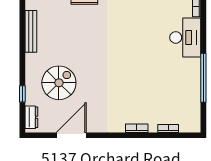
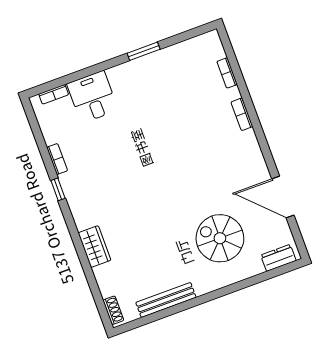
desk: (185, 37) -> (92, 97), width x0.73
window: (203, 78) -> (144, 51), width x0.47
window: (22, 94) -> (252, 281), removed

